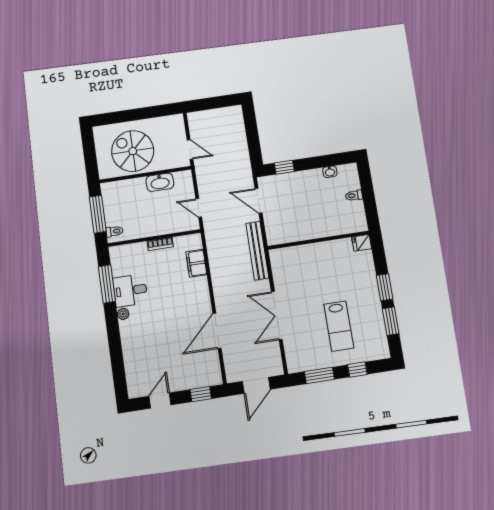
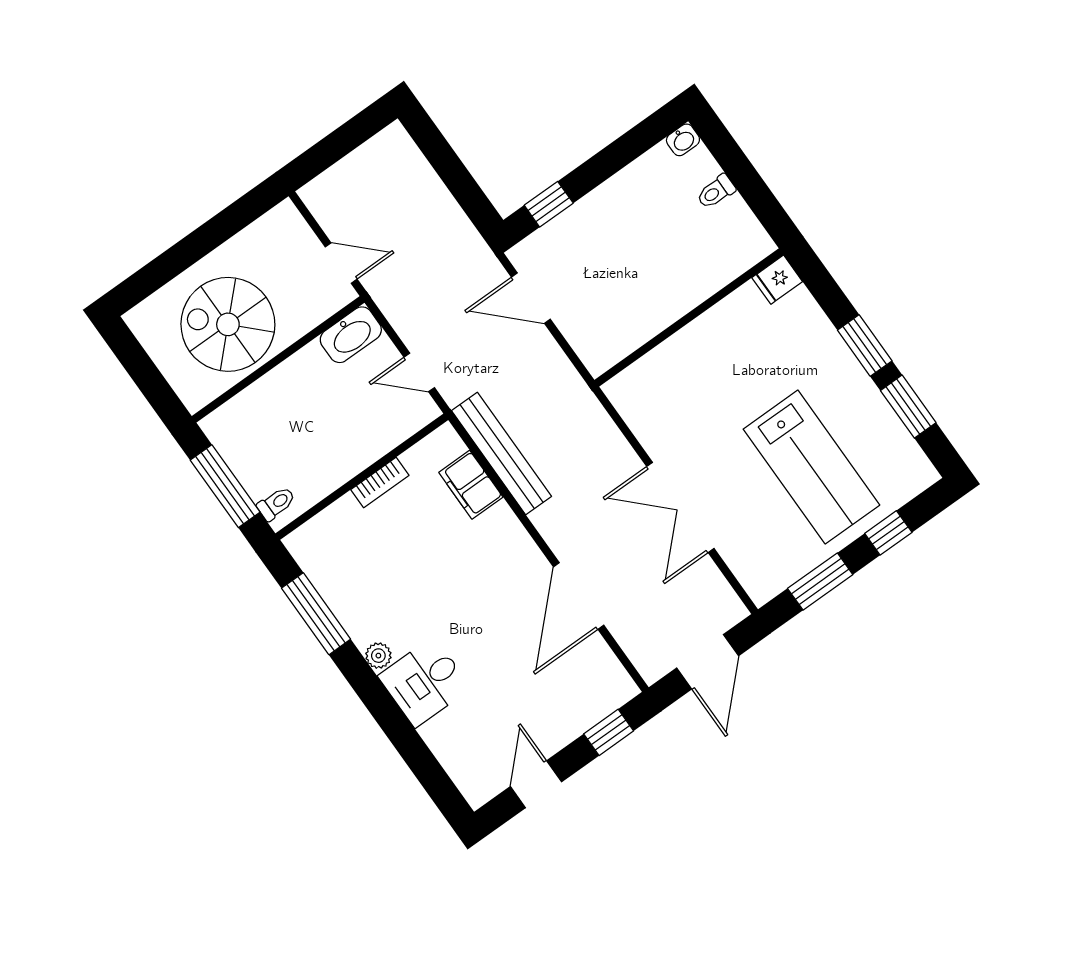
washbasin: (330, 172) -> (683, 140), moved
washbasin: (160, 182) -> (351, 335), moved
bench: (257, 251) -> (502, 453), moved
desk: (130, 290) -> (424, 682), moved
lab bench: (339, 326) -> (812, 467), width x1.36, depth x1.39

